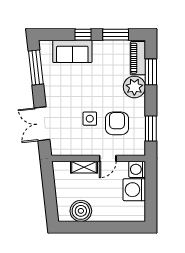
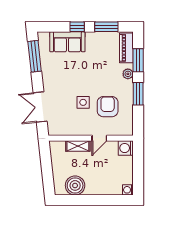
plant: (134, 87) -> (128, 74), width x0.53, depth x0.53
window: (151, 129) -> (138, 94), moved
washing machine: (134, 190) -> (128, 190), moved, width x0.53, depth x0.53

